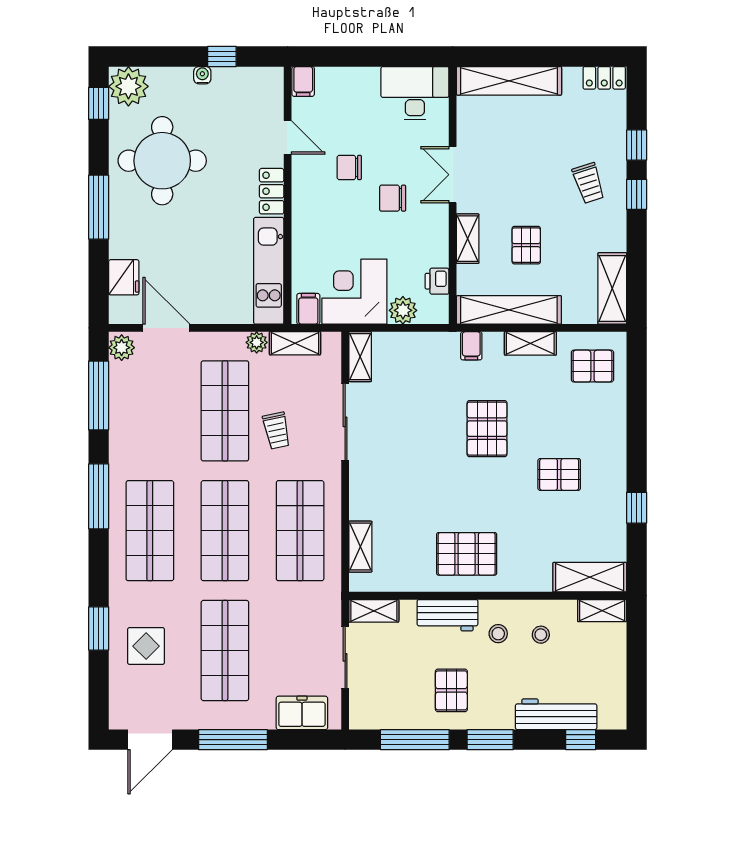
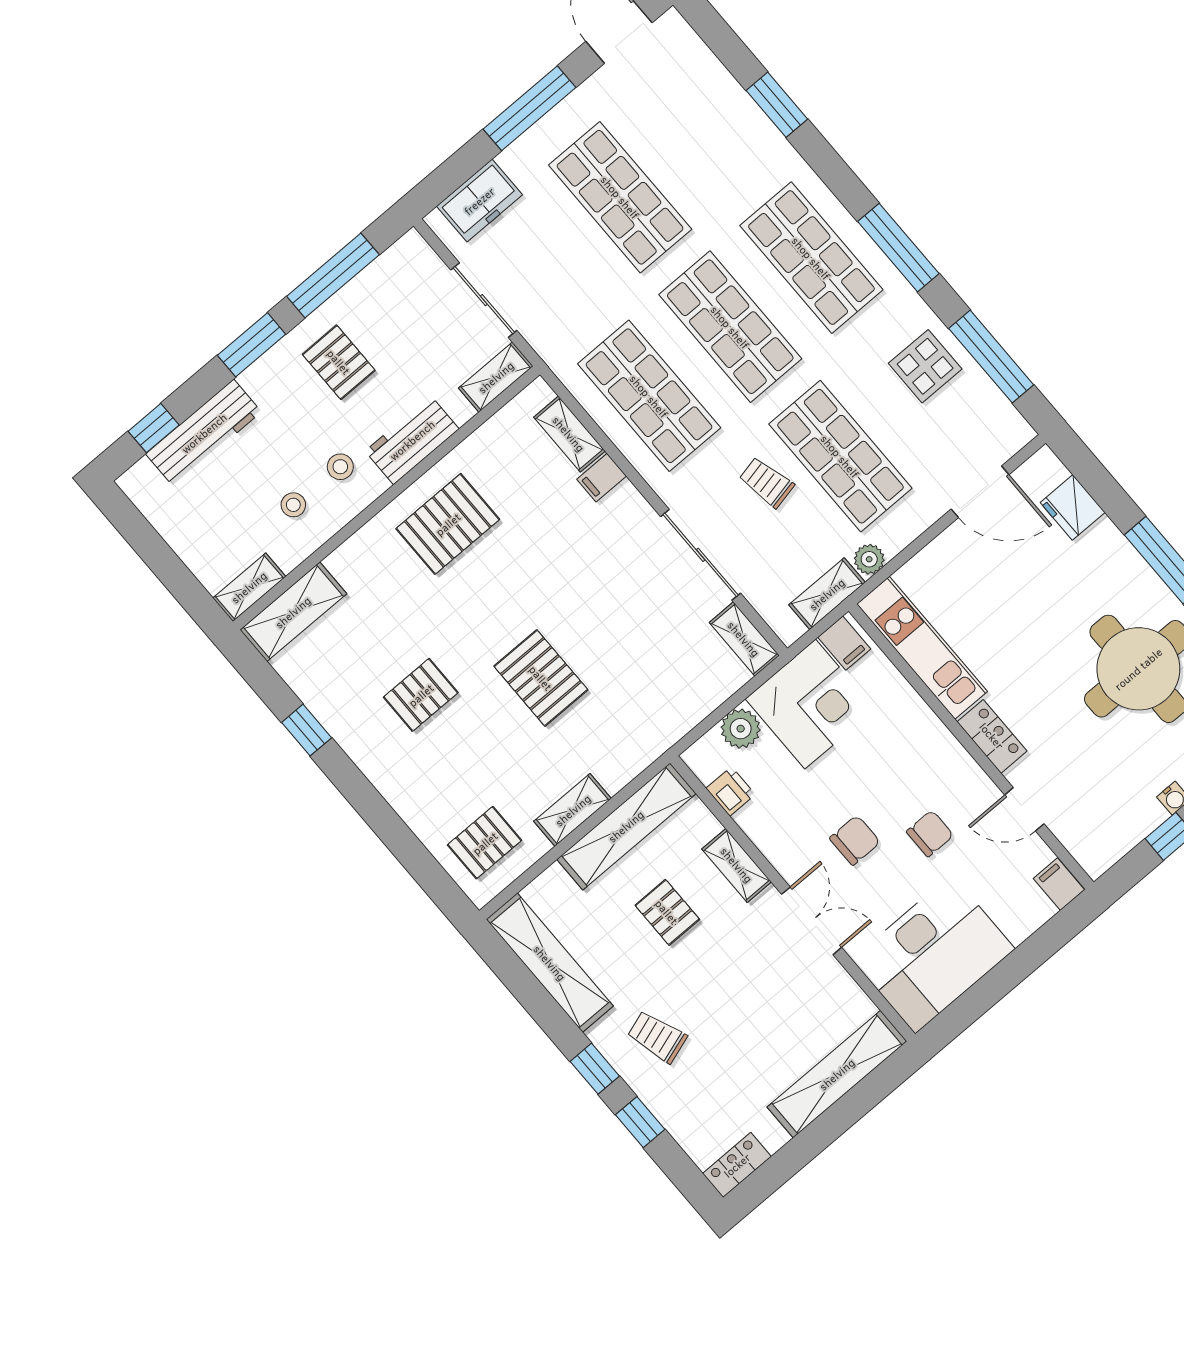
desk: (415, 93) -> (933, 954), width x1.36, depth x1.30
shelving: (612, 288) -> (550, 963), width x1.47
filing cabinet: (471, 346) -> (602, 478), moved, turned -90
plant: (122, 348) -> (1010, 430), removed
display table: (146, 646) -> (925, 366), moved

